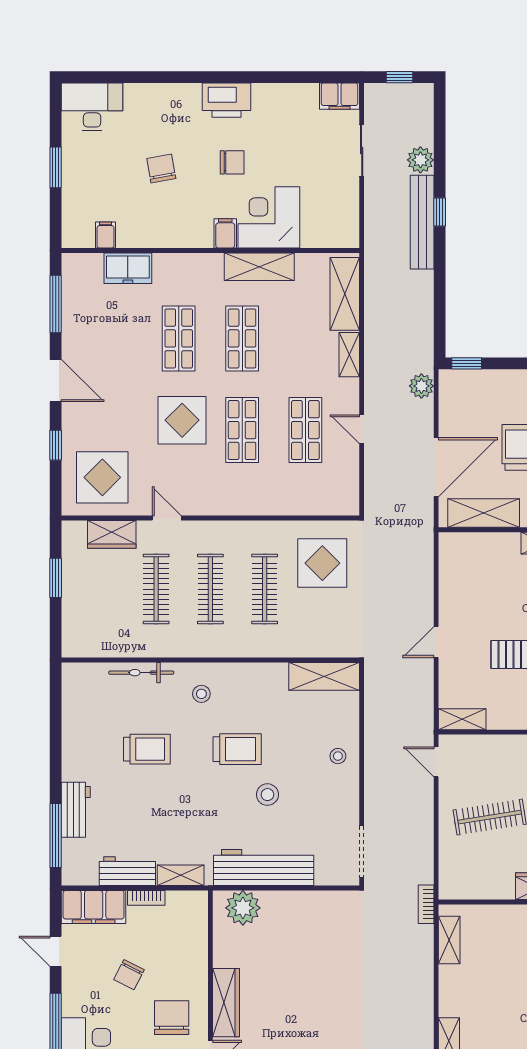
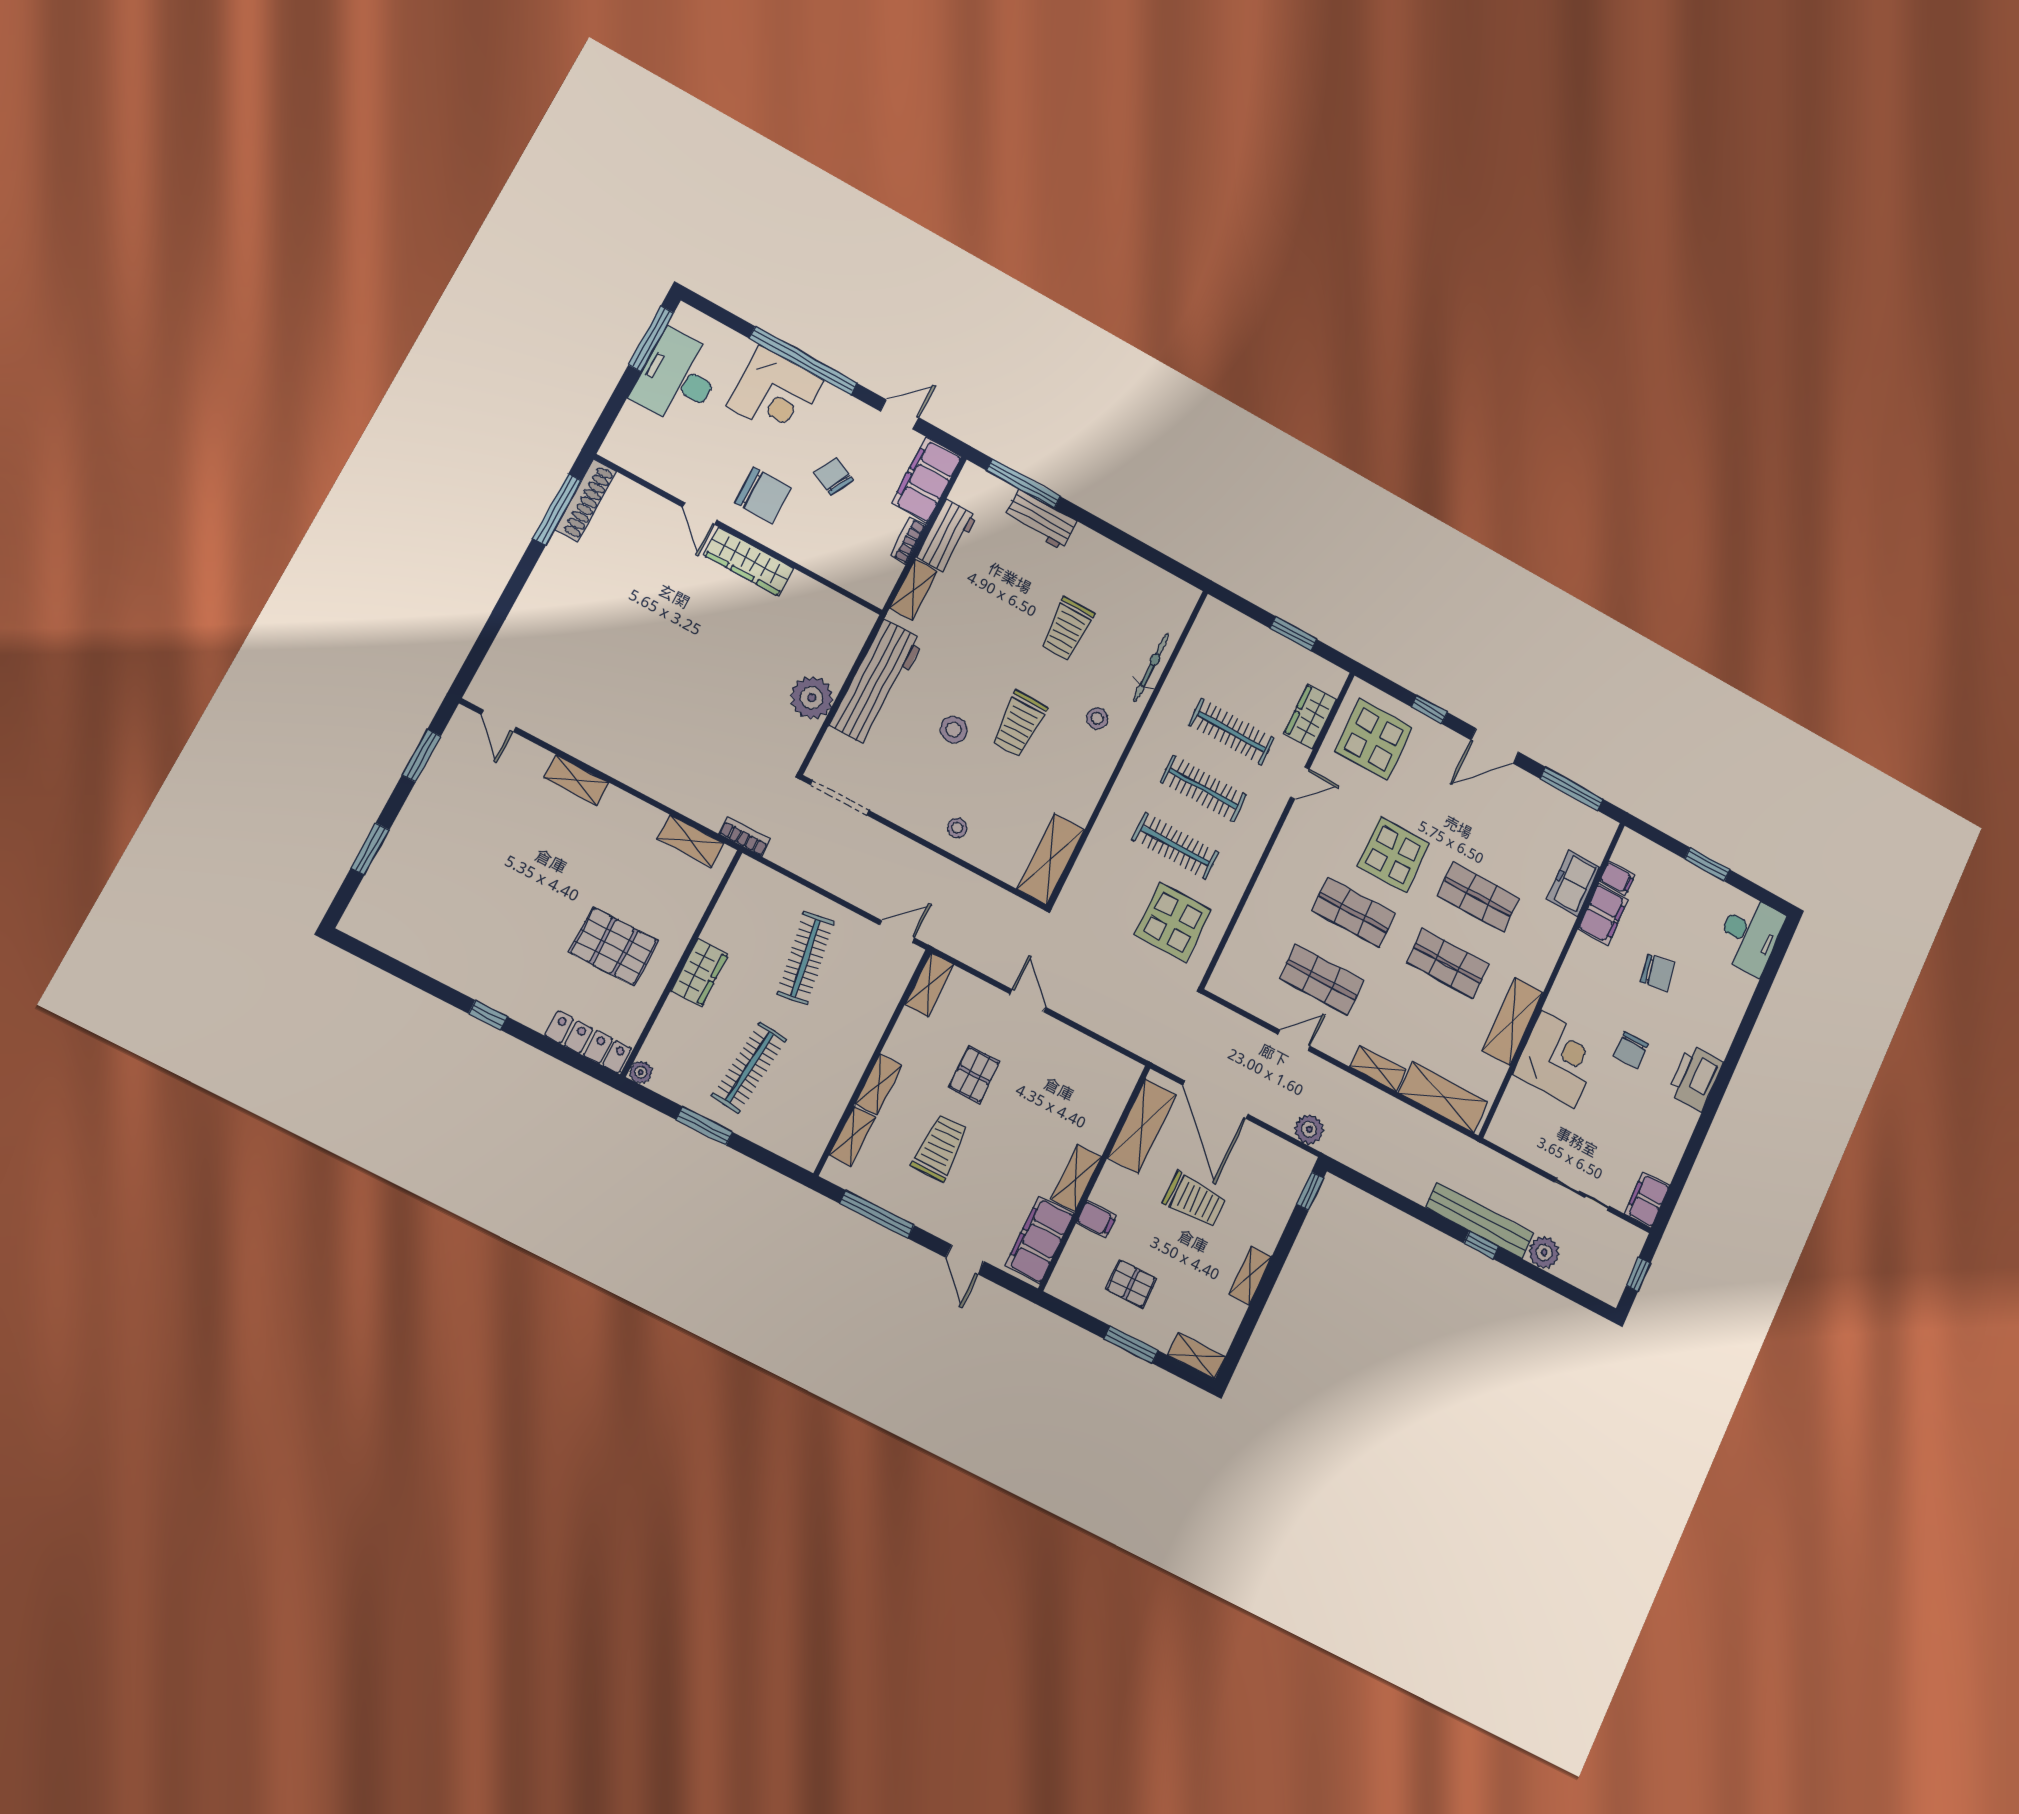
filing cabinet: (225, 233) -> (1603, 914), moved, width x2.00
plant: (243, 908) -> (812, 698), moved

